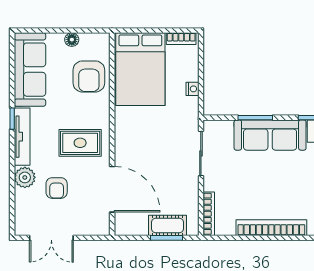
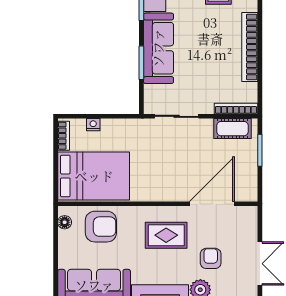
floor lamp: (72, 40) -> (65, 222), moved
nightstand: (192, 89) -> (93, 125), moved
rug: (80, 143) -> (166, 235), turned 90
armchair: (57, 188) -> (211, 258), turned -90
cot: (168, 225) -> (232, 129), moved, turned 90

